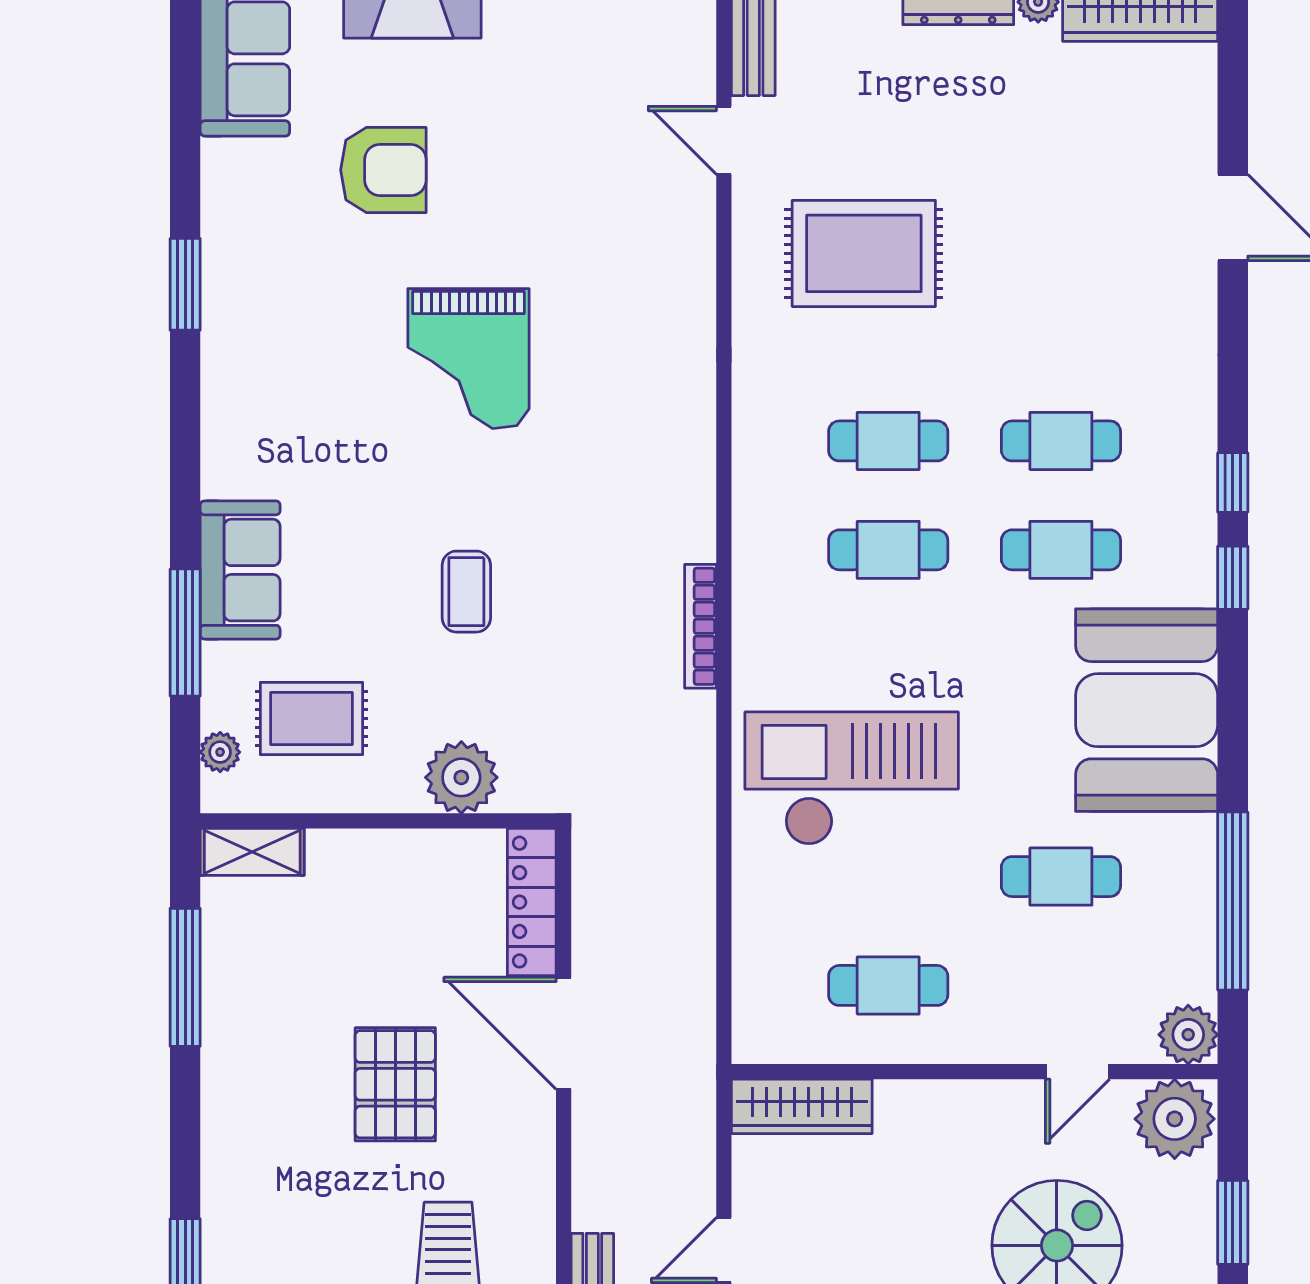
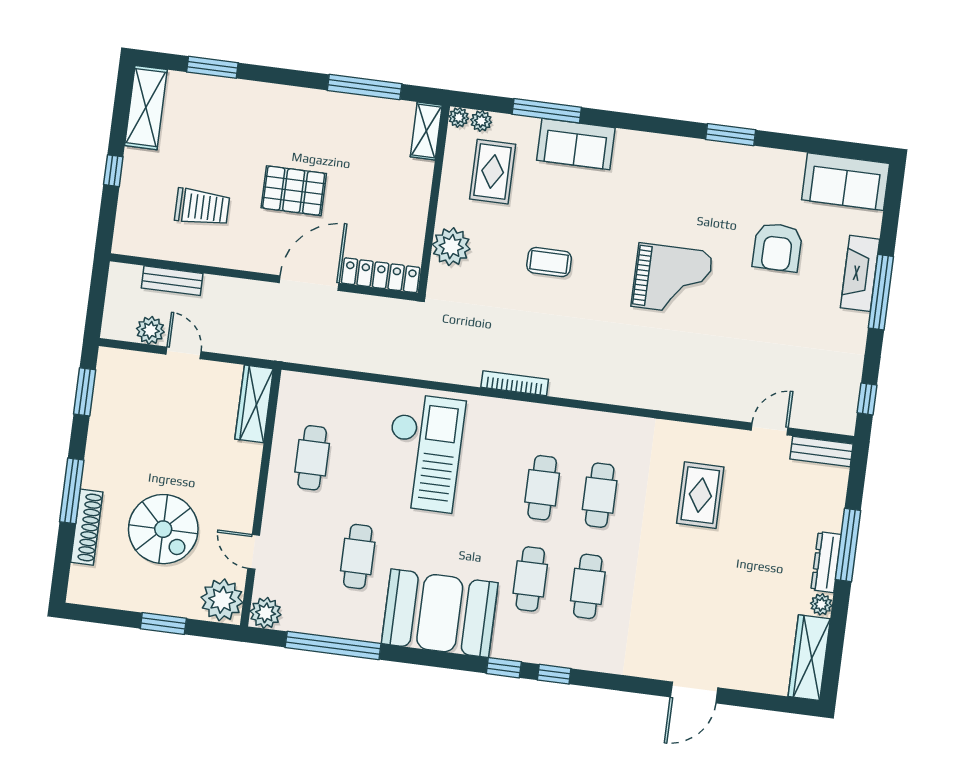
rug: (864, 253) -> (700, 495), width x0.73, depth x0.70
grand piano: (468, 359) -> (672, 279), turned 180
plant: (219, 795) -> (459, 117), added

